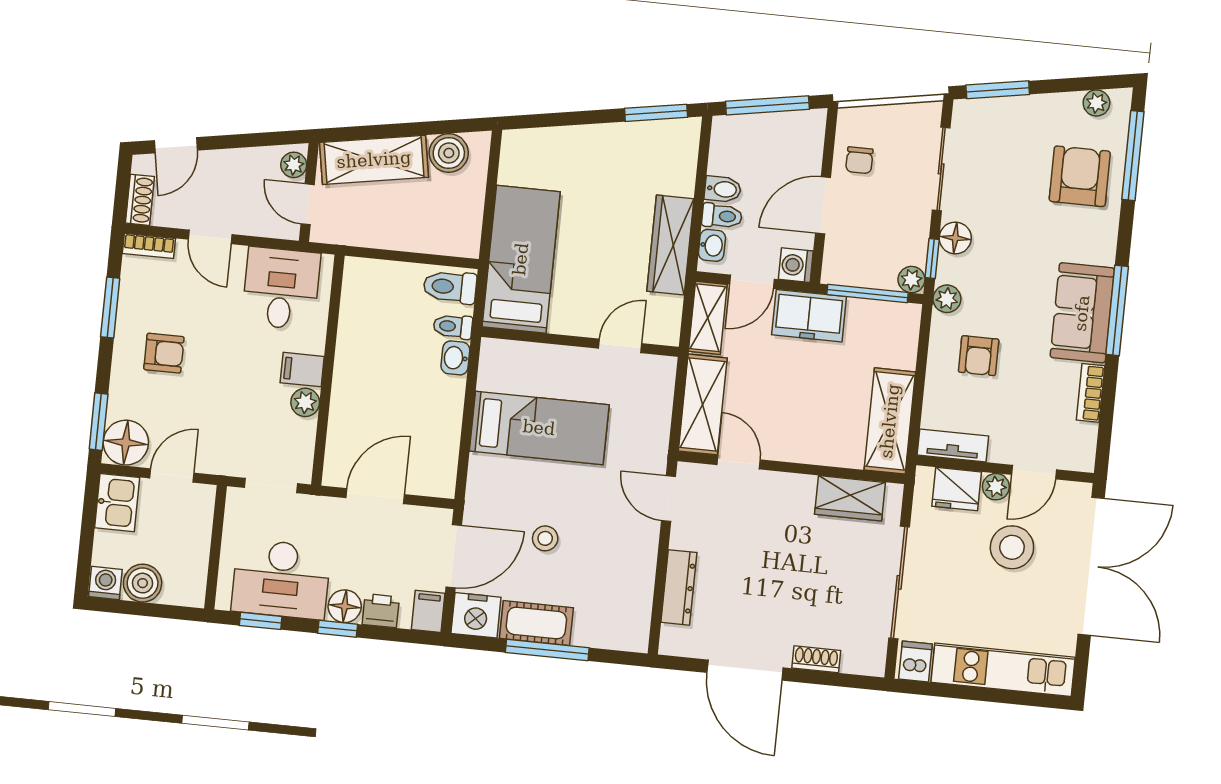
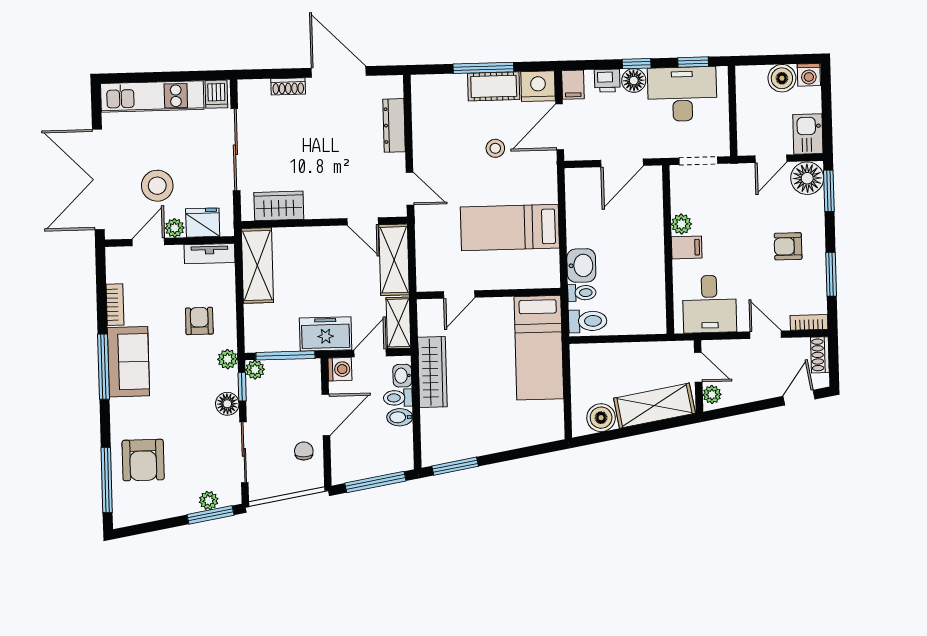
plant: (1096, 103) -> (209, 500), moved
washbasin: (455, 358) -> (581, 265), width x1.38, depth x1.45

